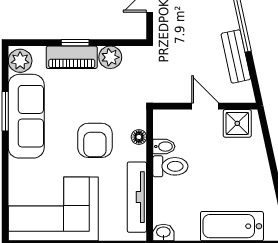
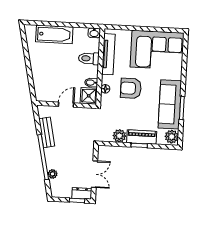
door: (205, 106) -> (66, 105), swing flipped
shower: (237, 123) -> (89, 96), moved
armchair: (95, 140) -> (131, 88), turned -90
toilet: (170, 166) -> (89, 58), moved

